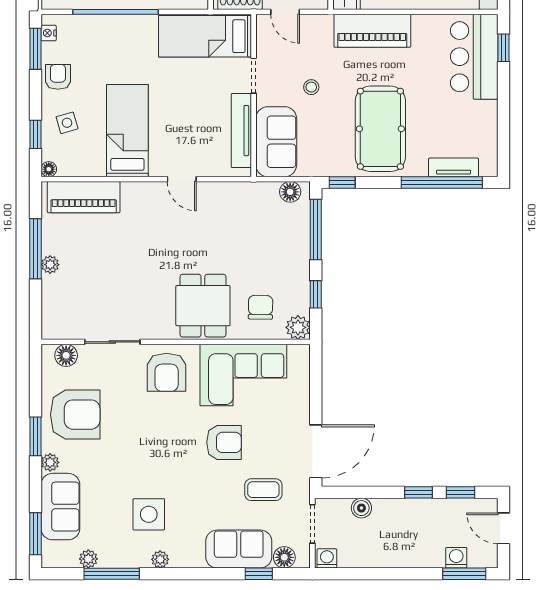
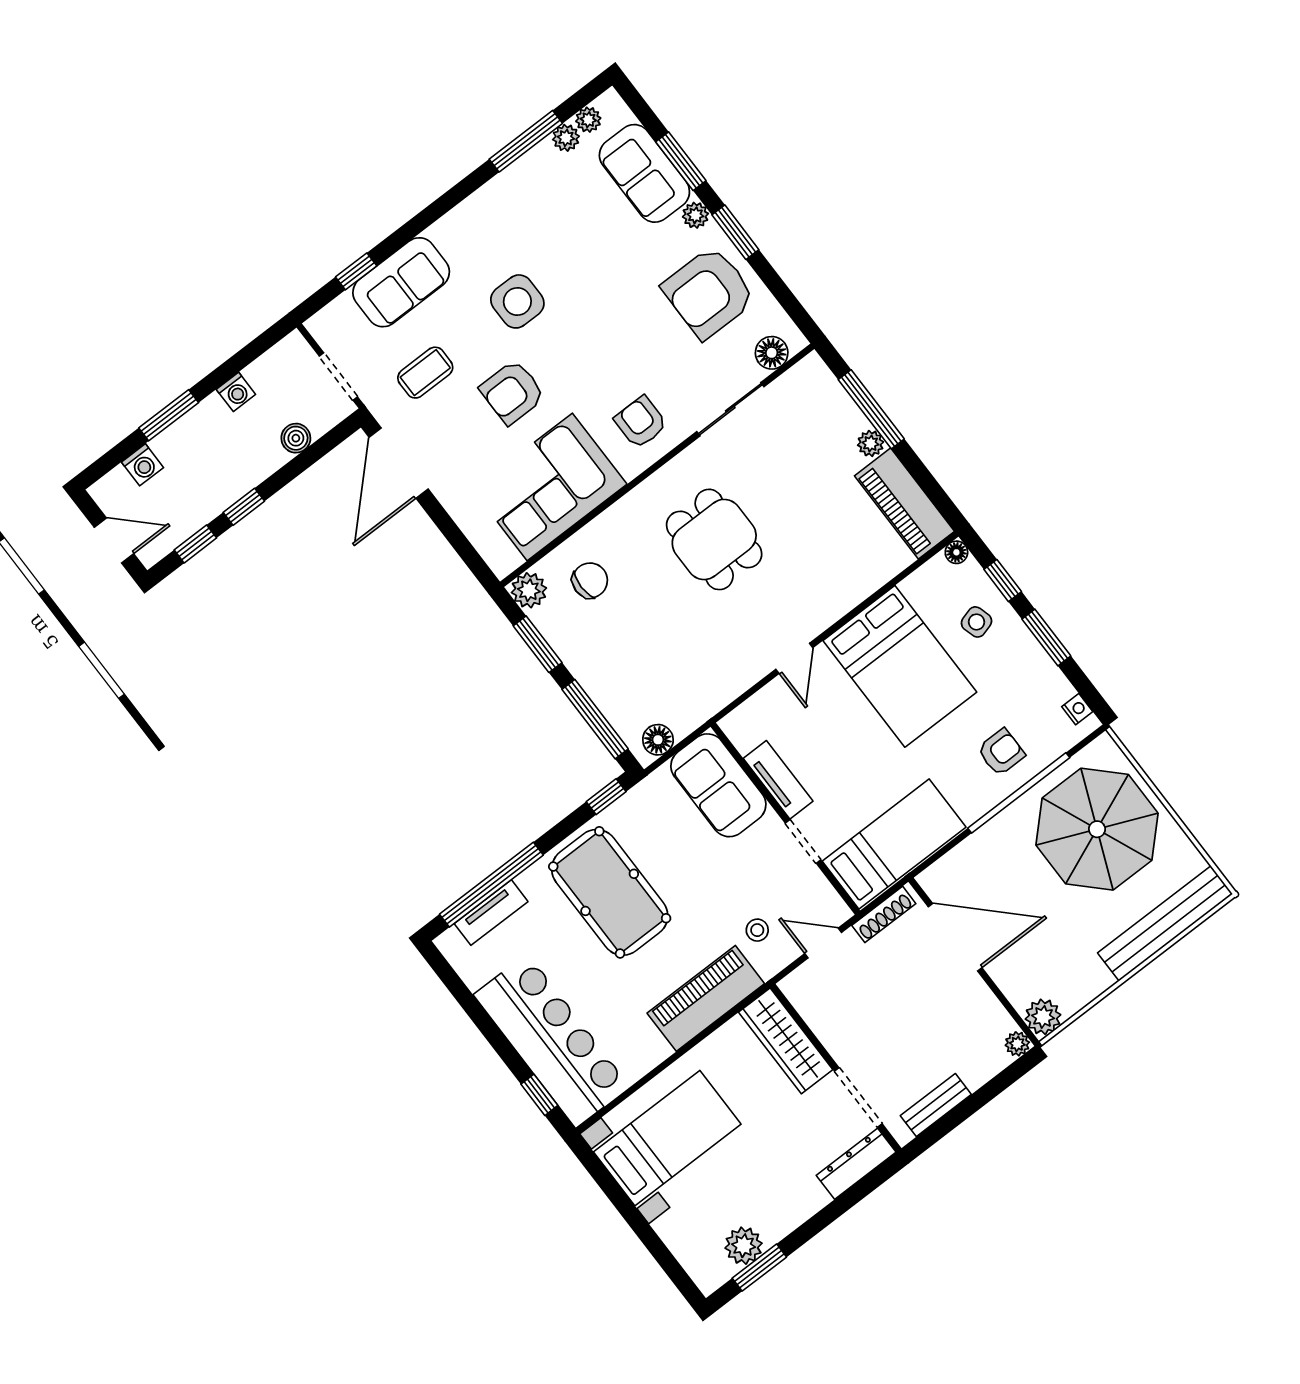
window: (35, 49) -> (1046, 638), moved
bar counter: (474, 57) -> (552, 1041), width x1.36
armchair: (58, 77) -> (1001, 752), moved, turned -90
stool: (311, 87) -> (757, 930), moved
bed: (127, 131) -> (900, 666), width x1.50
tv unit: (241, 131) -> (778, 780), width x0.71
door: (182, 179) -> (794, 658), swing flipped
piano: (84, 197) -> (904, 504), moved, turned -90
window: (35, 249) -> (871, 409), moved
window: (316, 294) -> (538, 644), width x1.50
dining table: (203, 306) -> (714, 539), moved
chair: (261, 307) -> (590, 580), turned -91
armchair: (167, 372) -> (641, 422), width x0.72, depth x0.72
side table: (149, 514) -> (517, 301), moved
window: (35, 534) -> (681, 161), moved
floor lamp: (284, 557) -> (341, 313), removed
washing machine: (327, 558) -> (236, 392), moved
plant: (160, 559) -> (588, 120), moved
window: (464, 574) -> (169, 415), moved

